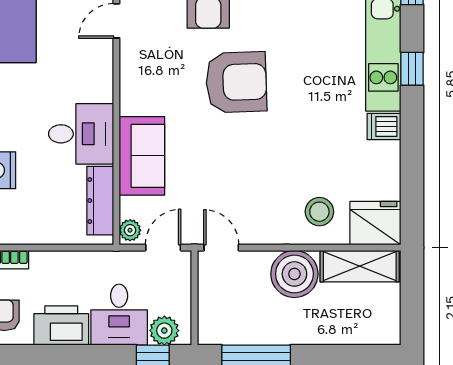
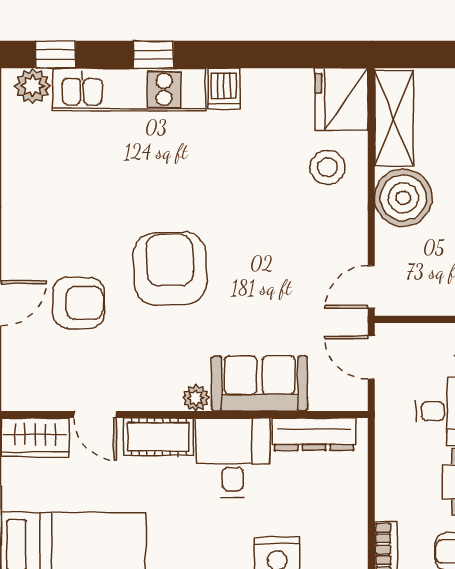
cot: (98, 73) -> (158, 437), added
plant: (130, 230) -> (196, 398), moved

